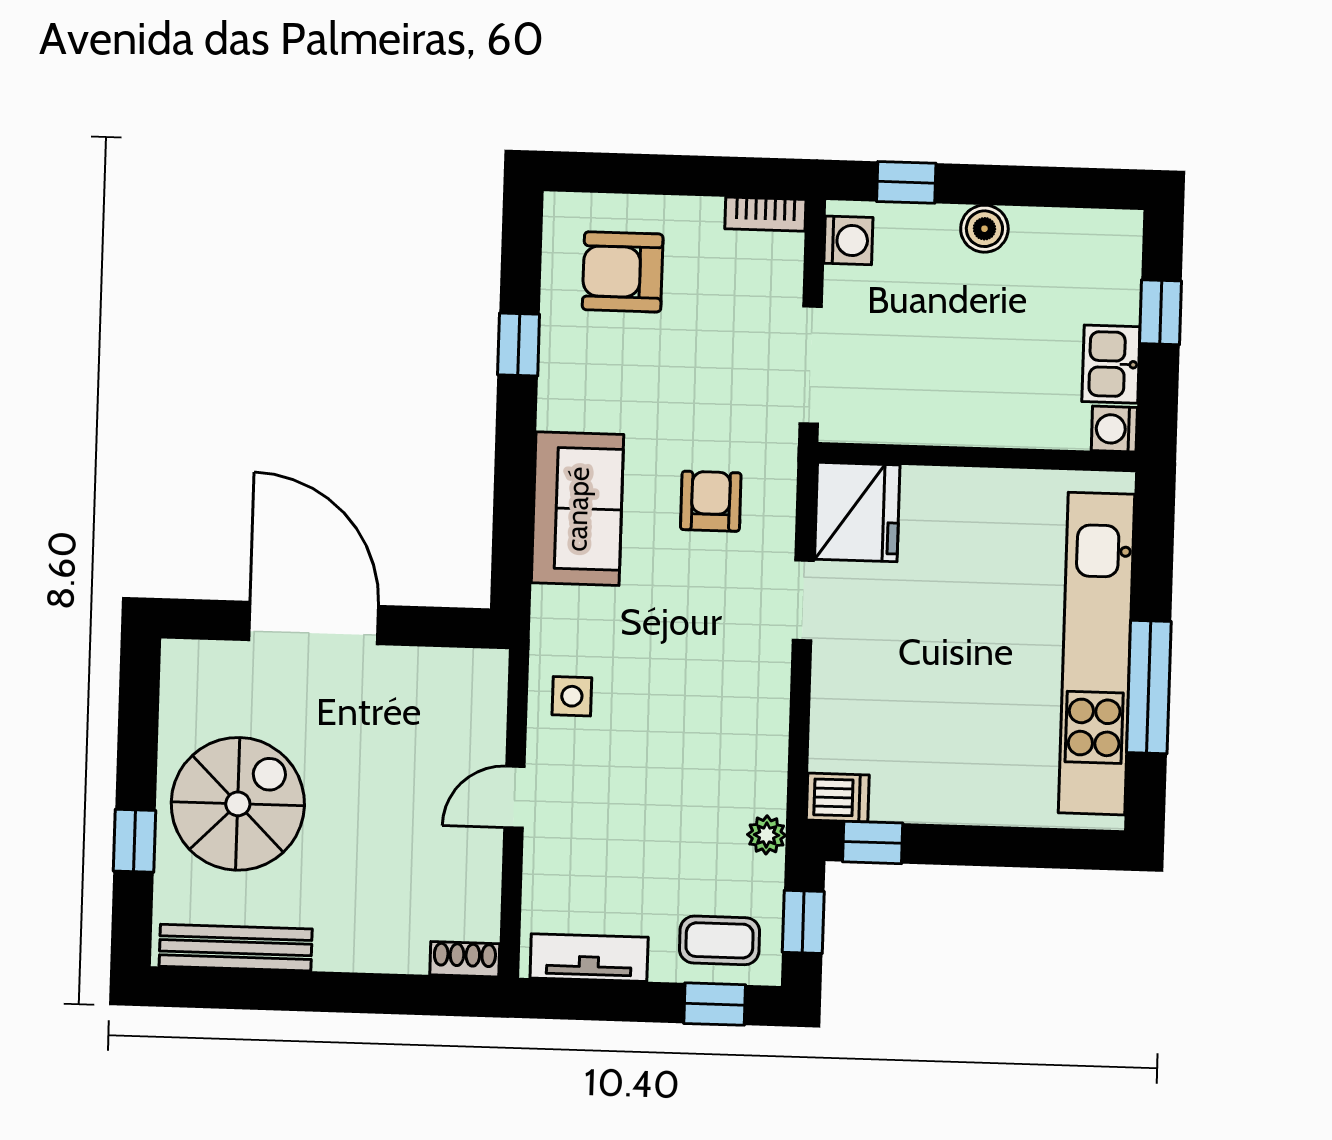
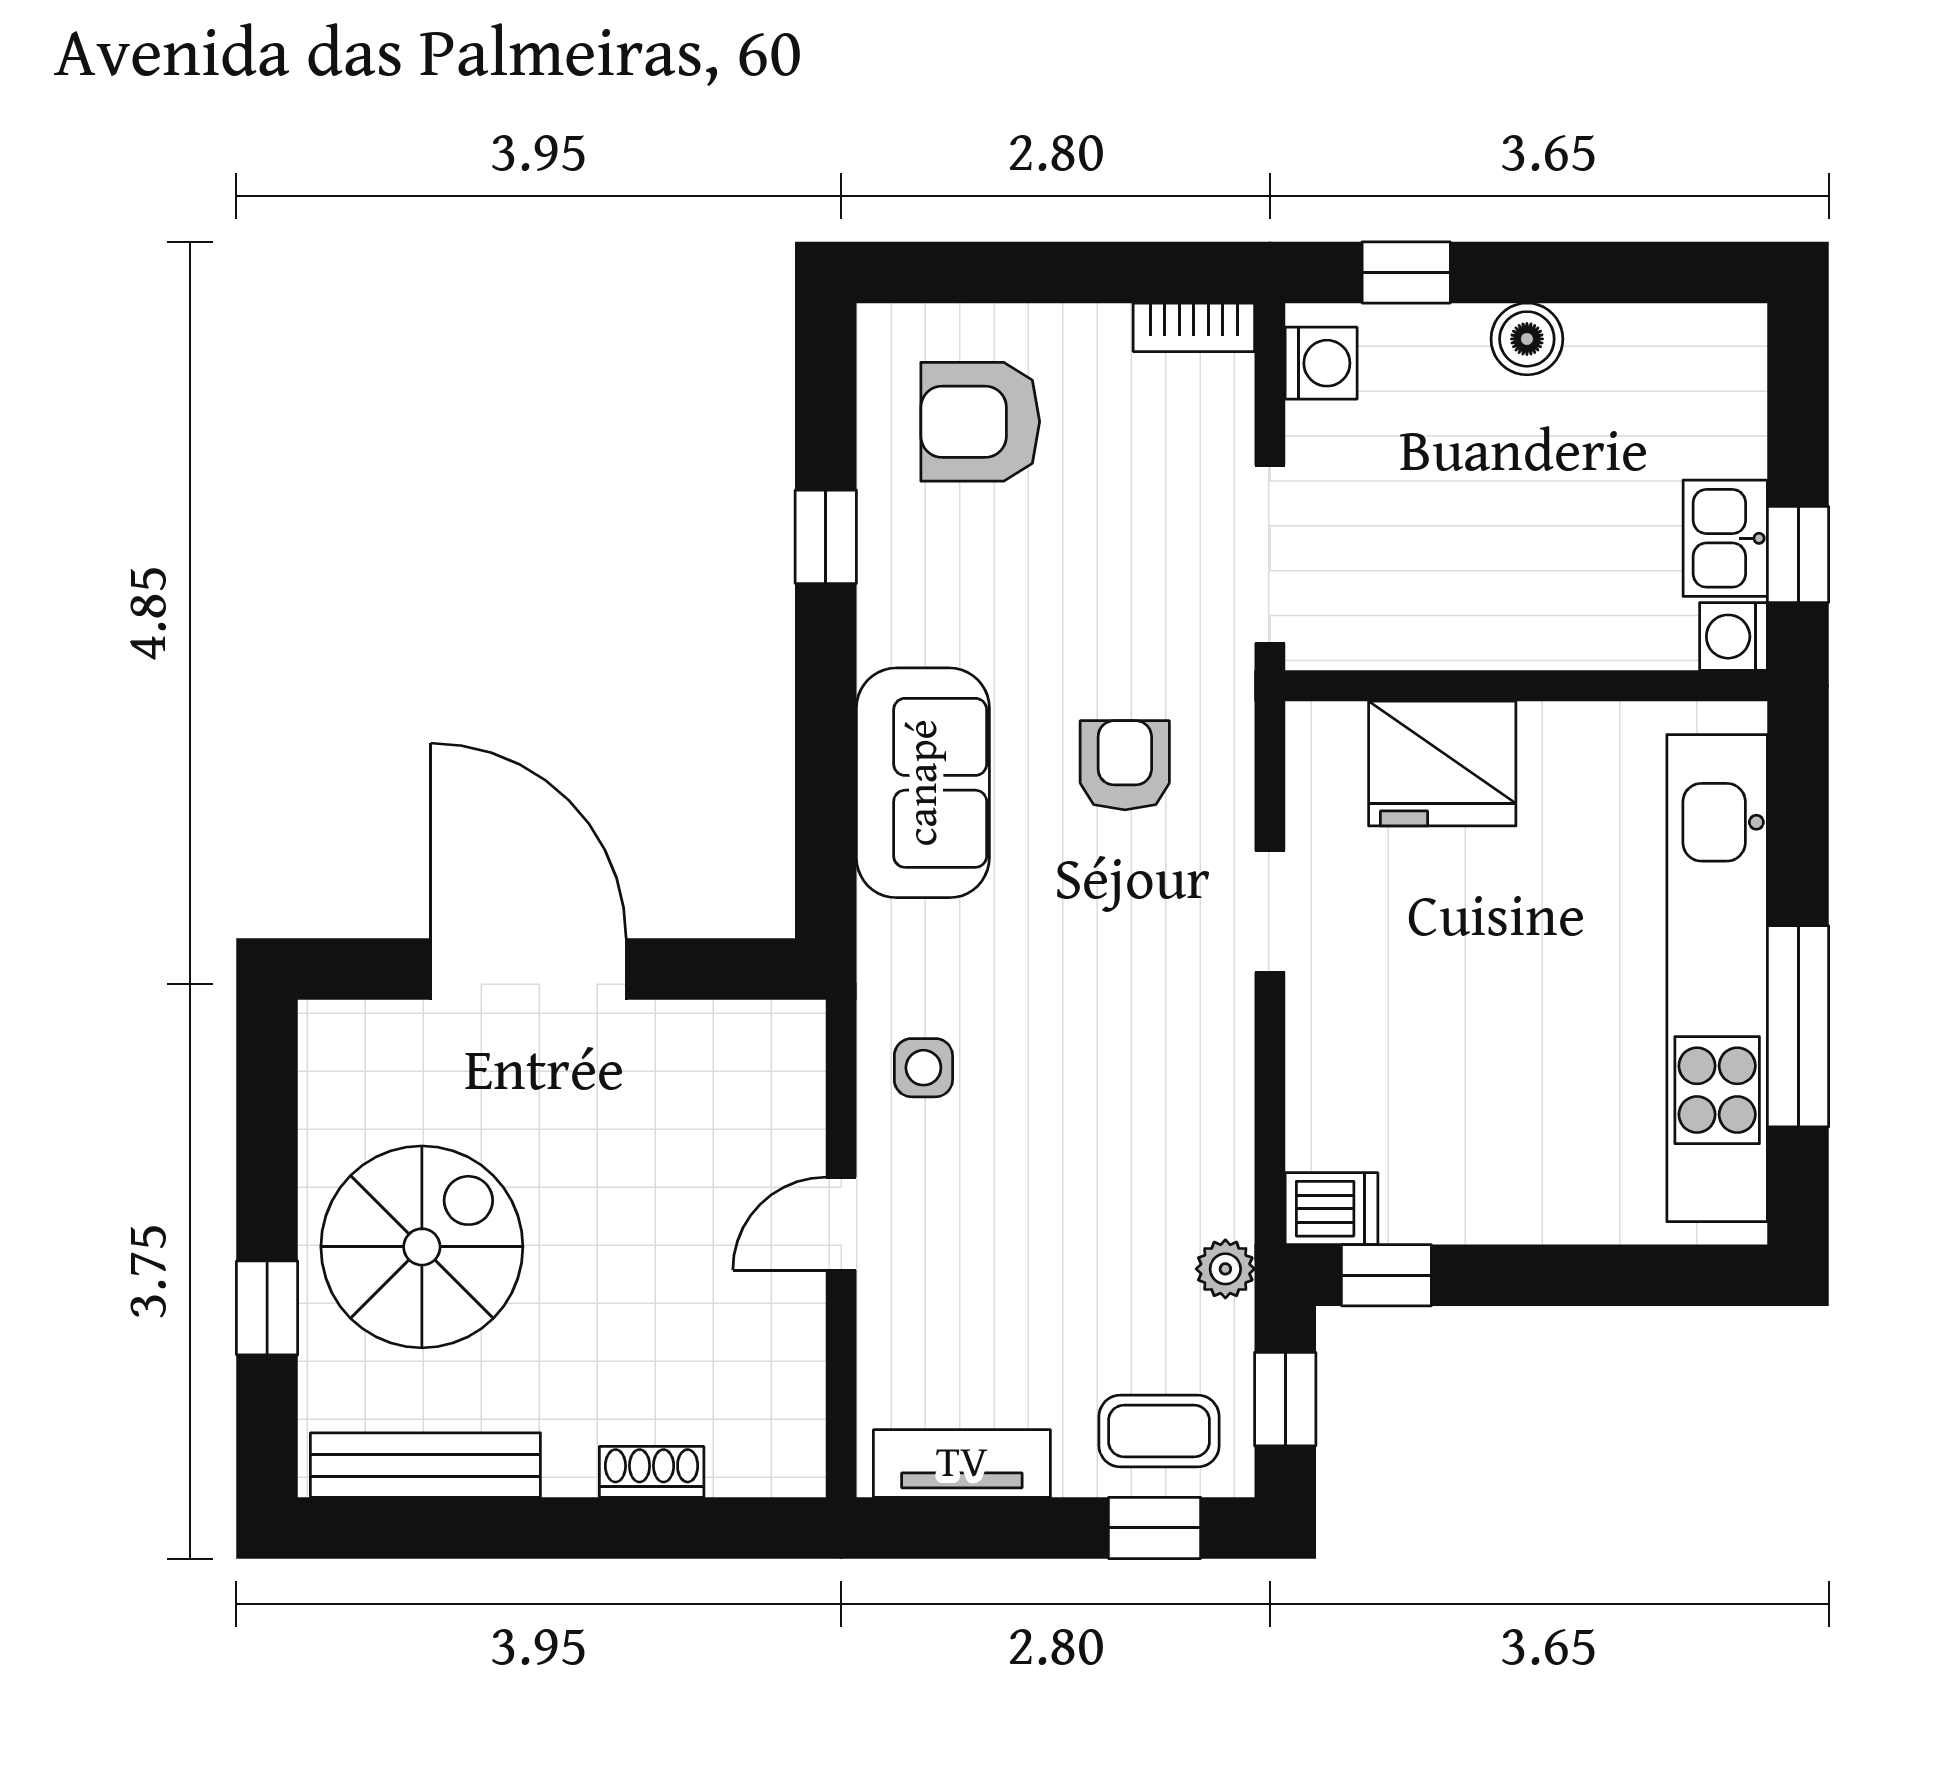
window: (1161, 312) -> (1798, 555), moved
fridge: (857, 512) -> (1442, 764), moved, turned 90
shoe rack: (465, 959) -> (652, 1472), moved

